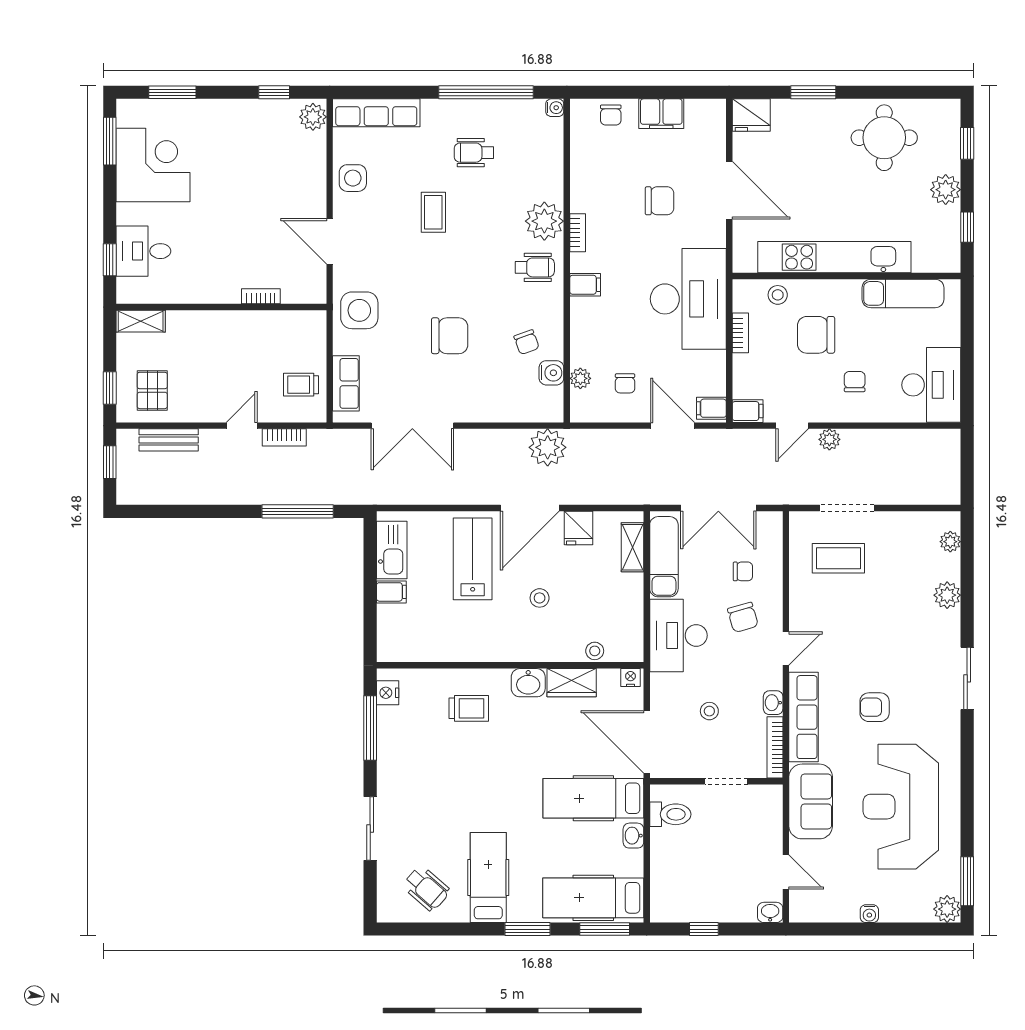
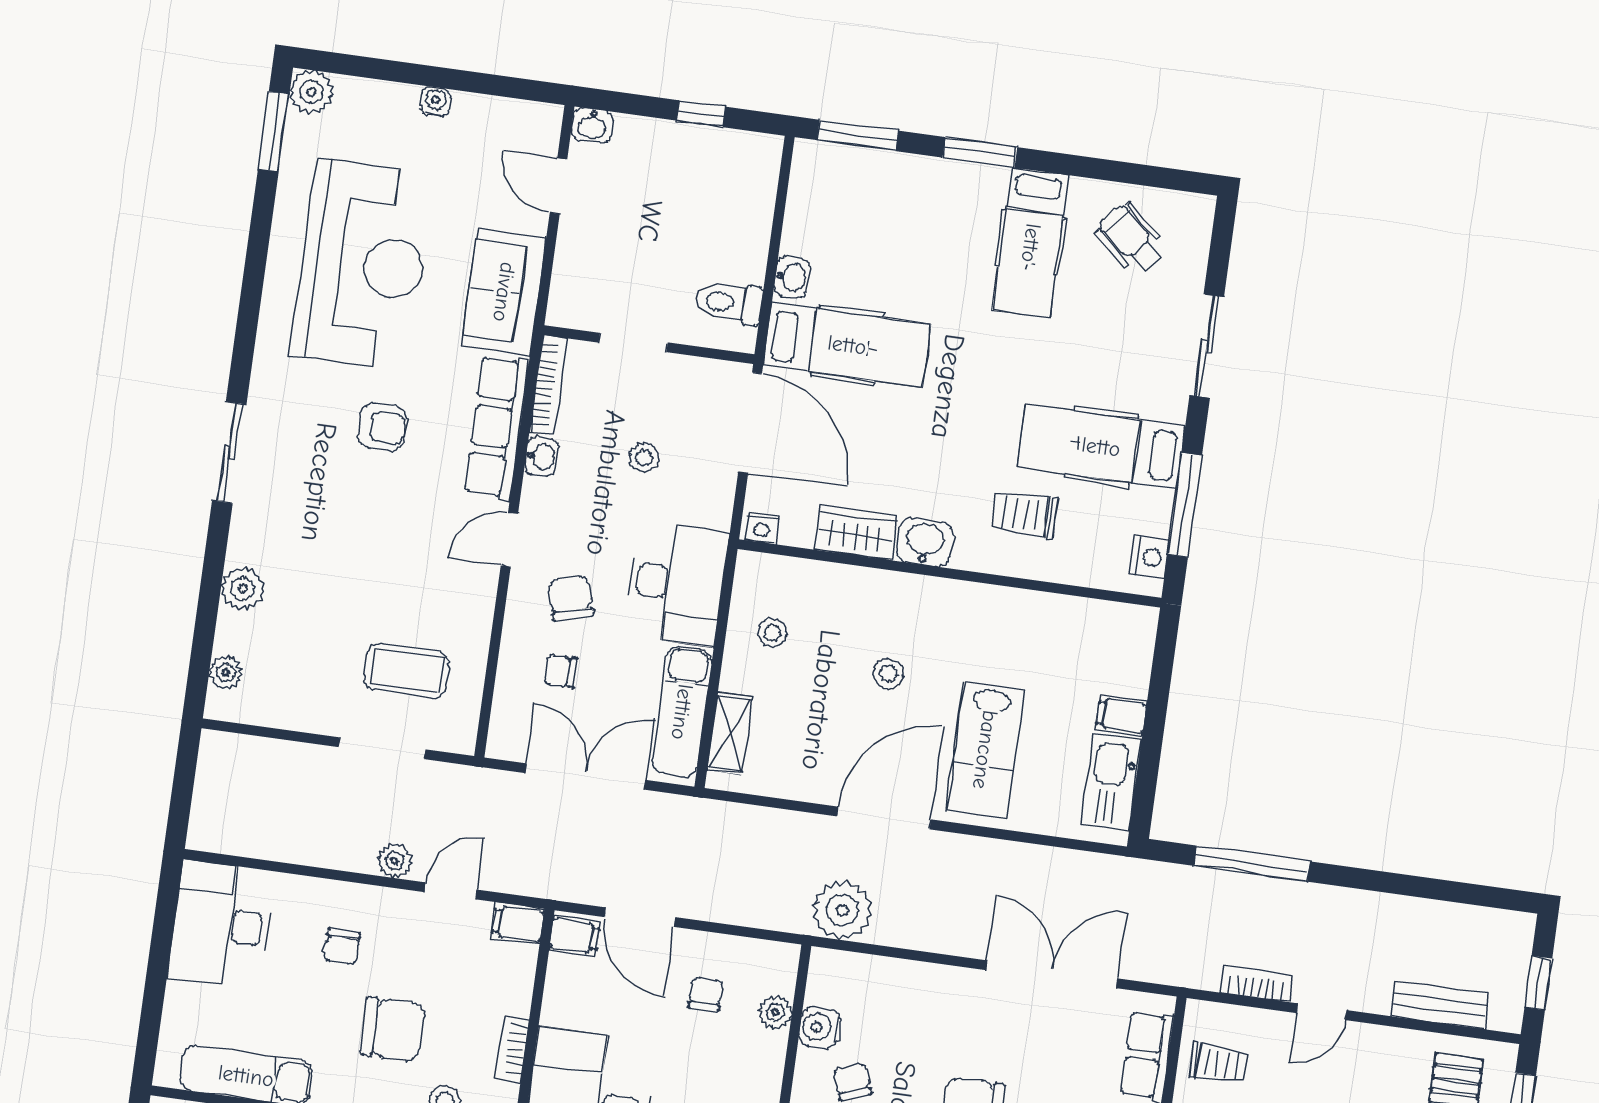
fridge: (579, 528) -> (811, 776), removed
stool: (595, 651) -> (772, 633), moved
hospital bed: (593, 898) -> (1101, 447), moved, turned 180

